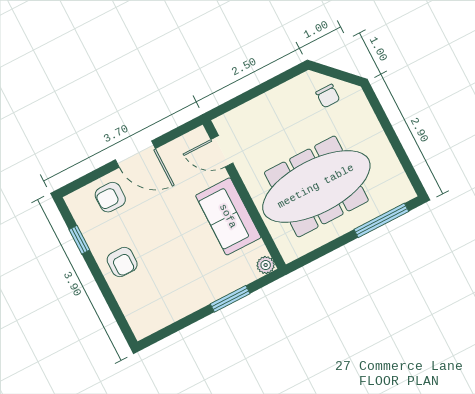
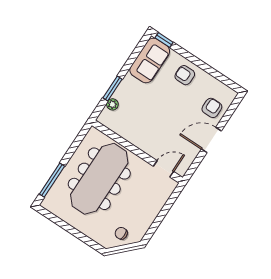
sofa: (228, 216) -> (150, 60), moved, turned 90
window: (79, 240) -> (164, 40), moved
plant: (266, 265) -> (112, 104), moved

